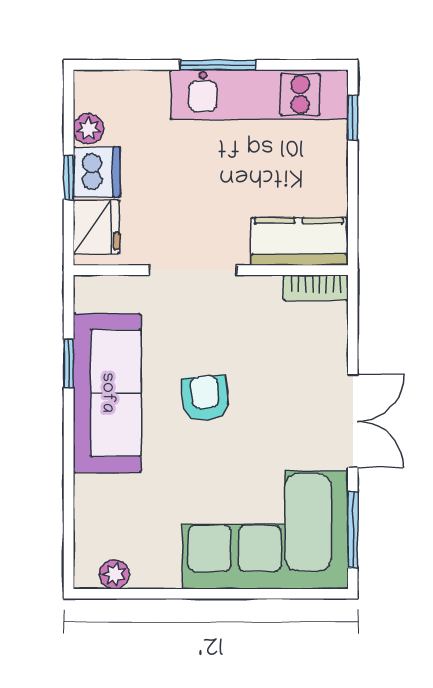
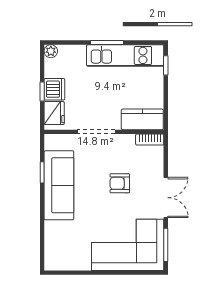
plant: (88, 129) -> (51, 51), moved
armchair: (205, 398) -> (120, 183), moved, turned -85
plant: (114, 574) -> (62, 264), removed

